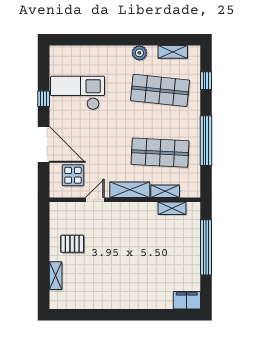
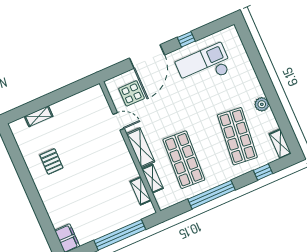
shelving: (173, 52) -> (280, 144), moved
checkout: (77, 93) -> (204, 66), turned -90
pallet: (72, 244) -> (51, 161), moved

